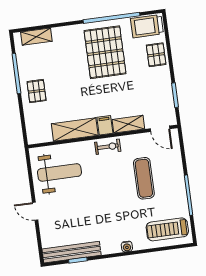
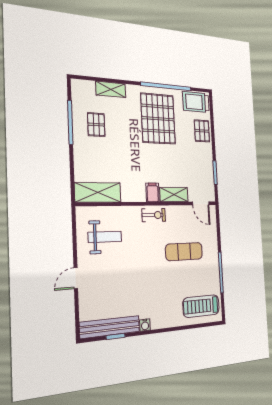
shelving: (36, 37) -> (111, 89), moved
pallet: (37, 91) -> (96, 125), moved
shelving: (75, 129) -> (98, 192), moved
weight bench: (59, 172) -> (105, 237), width x0.73, depth x0.75
exercise mat: (144, 178) -> (184, 252), turned 90
door: (35, 211) -> (76, 278), hinge flipped
water cooler: (127, 247) -> (145, 325), moved

